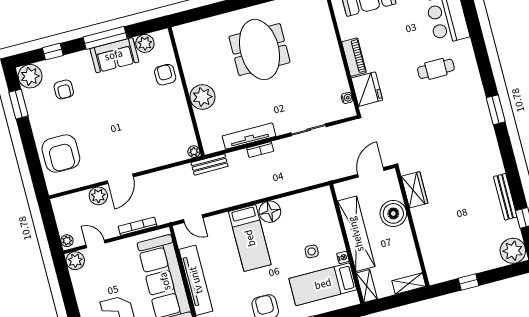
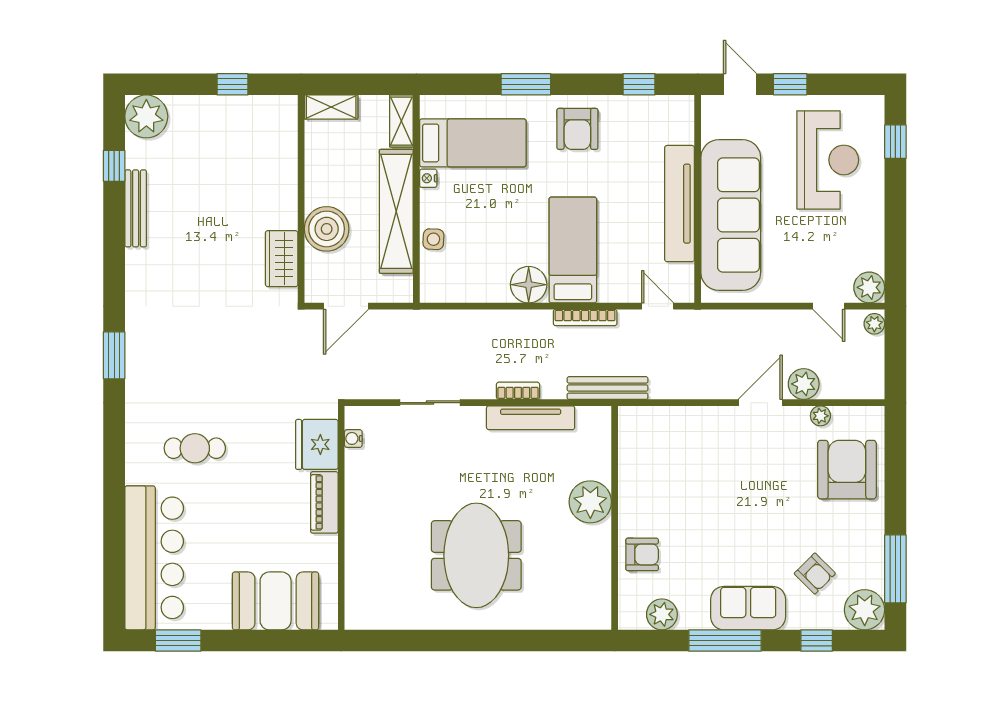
sofa: (114, 55) -> (748, 608), moved
armchair: (165, 75) -> (642, 554), turned -90
armchair: (64, 89) -> (815, 574), turned 135
window: (19, 104) -> (895, 569), width x1.44
plant: (194, 152) -> (820, 416), moved
bench: (210, 164) -> (608, 388), width x1.36
bookcase: (138, 226) -> (585, 317), moved
side table: (312, 251) -> (433, 239), moved

